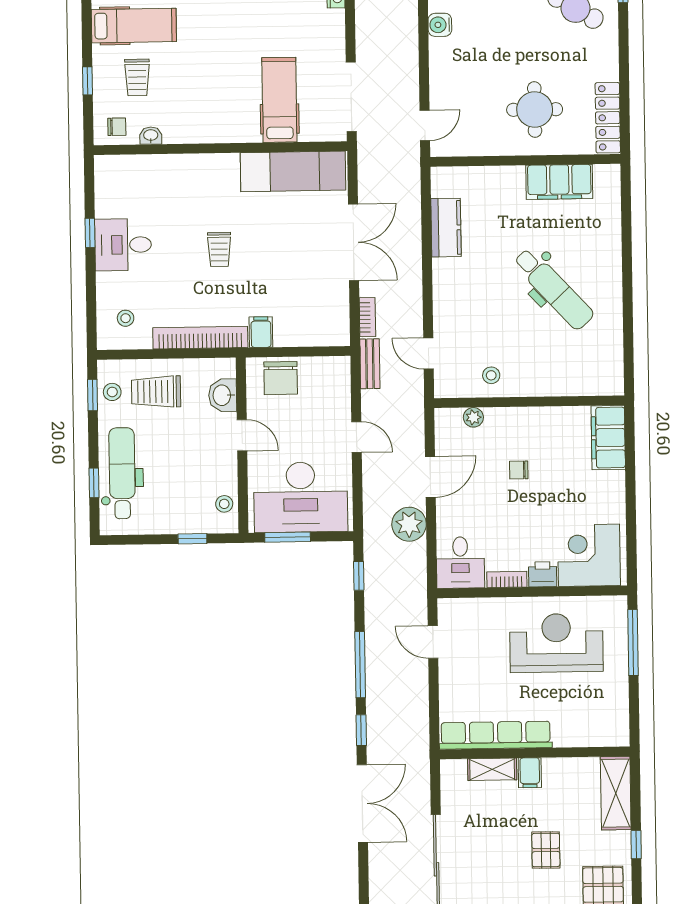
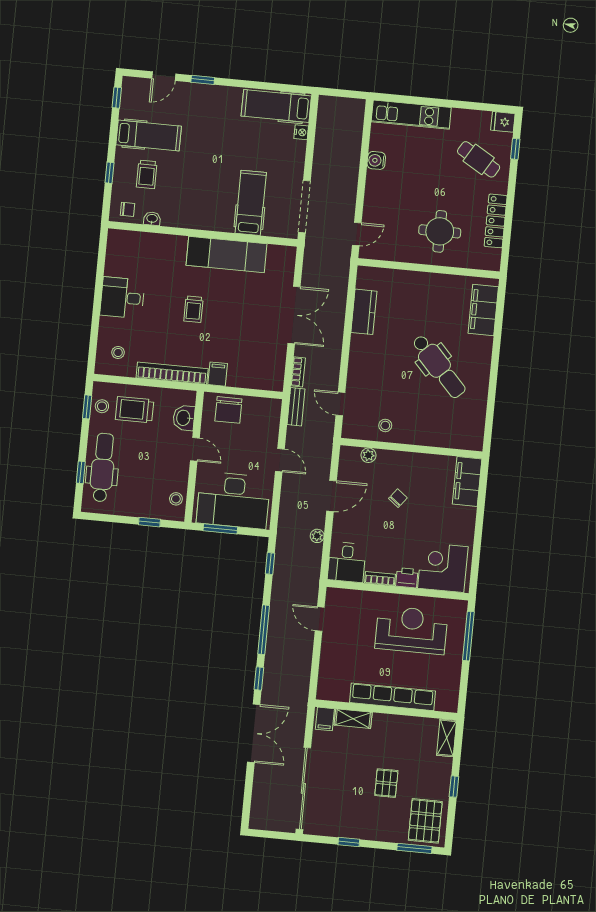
locker: (608, 118) -> (496, 221), moved
exam couch: (293, 171) -> (226, 255), moved
filing cabinet: (559, 182) -> (483, 310), moved, turned 90
window: (90, 233) -> (99, 286), removed
chair: (519, 470) -> (398, 498), turned 128
plant: (409, 524) -> (317, 536), width x0.53, depth x0.53
row of seats: (496, 735) -> (392, 697), moved
filing cabinet: (530, 773) -> (325, 719), moved
shelving: (616, 793) -> (447, 738), width x0.67, depth x0.75

